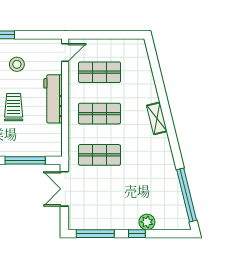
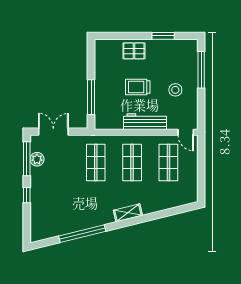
trolley: (14, 107) -> (138, 87), turned 180
double door: (64, 189) -> (53, 132), moved
window: (187, 195) -> (82, 234), moved
plant: (147, 222) -> (37, 159), moved

